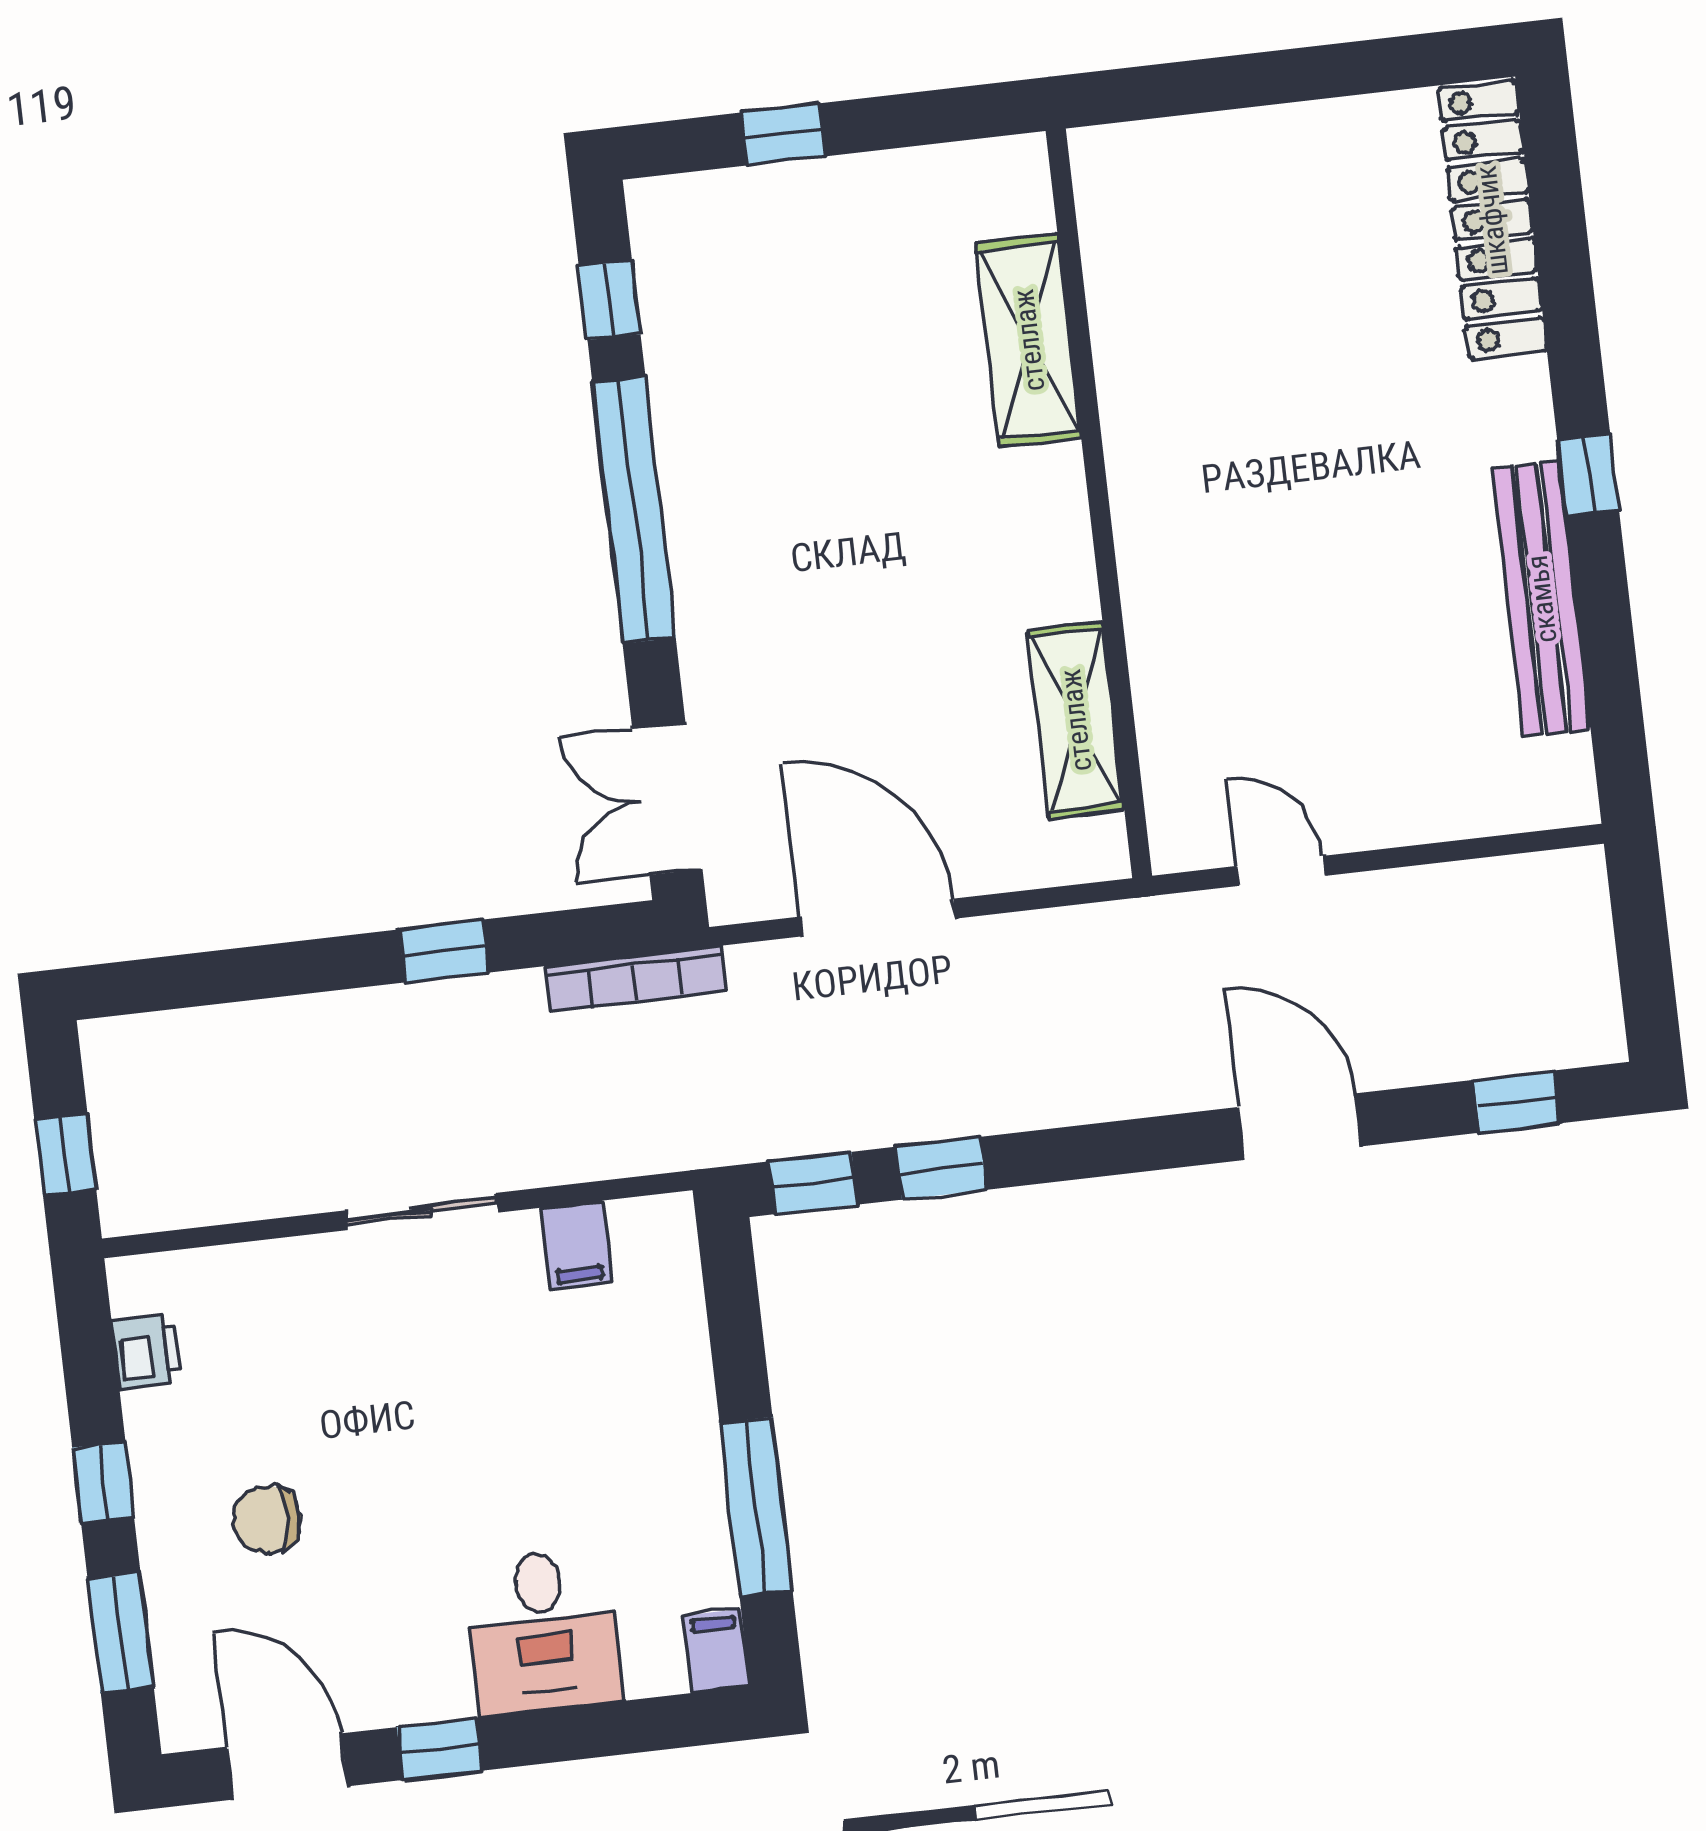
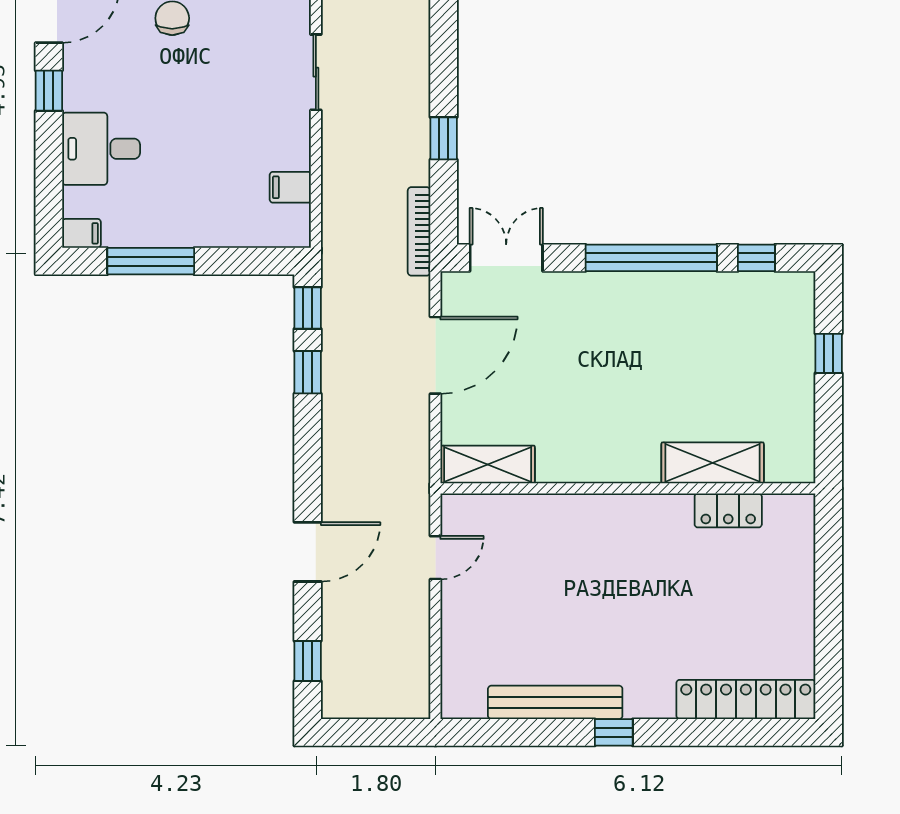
locker: (1120, 298) -> (728, 510), added
shelving: (1076, 720) -> (488, 465), moved
sliding door: (422, 1212) -> (316, 72), moved

